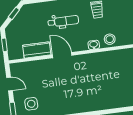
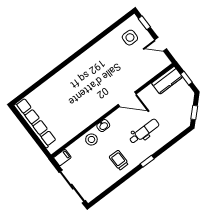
dental chair: (63, 21) -> (144, 131), turned 180
kitchen counter: (37, 50) -> (167, 80), moved

